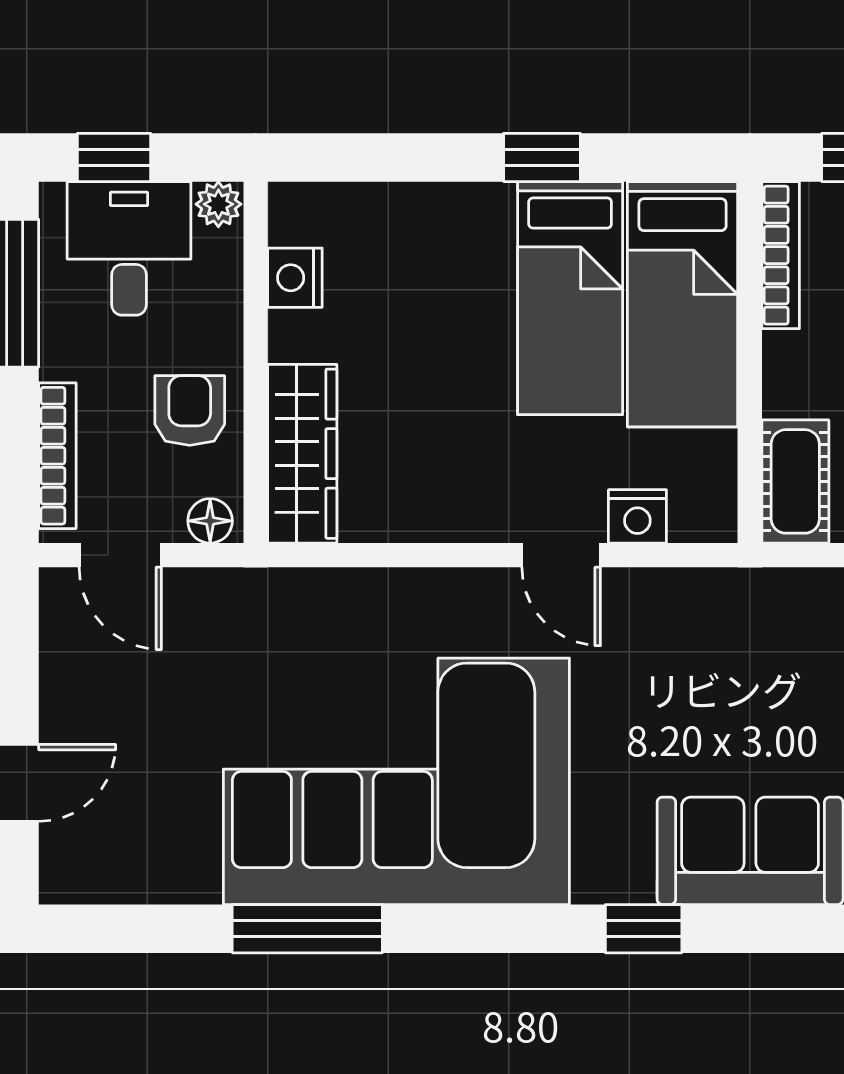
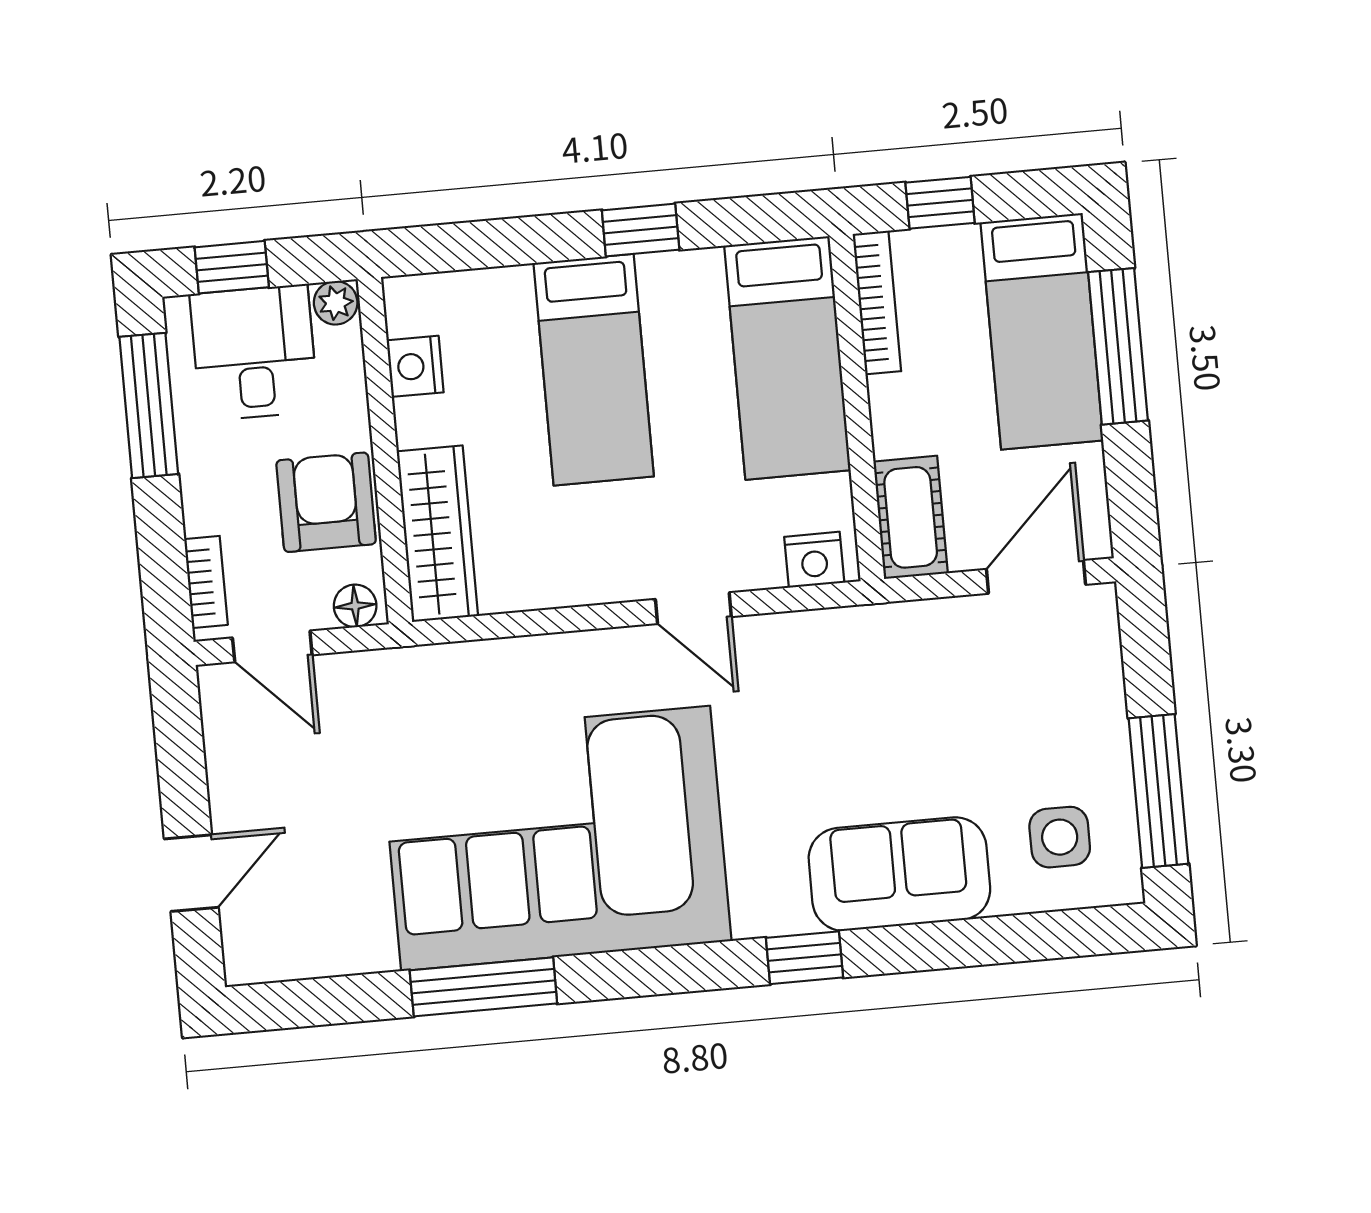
bed: (570, 298) -> (594, 370), moved
armchair: (190, 410) -> (326, 502), width x1.38, depth x1.38
bookcase: (57, 456) -> (206, 582), width x0.64
nightstand: (637, 516) -> (814, 560), moved

